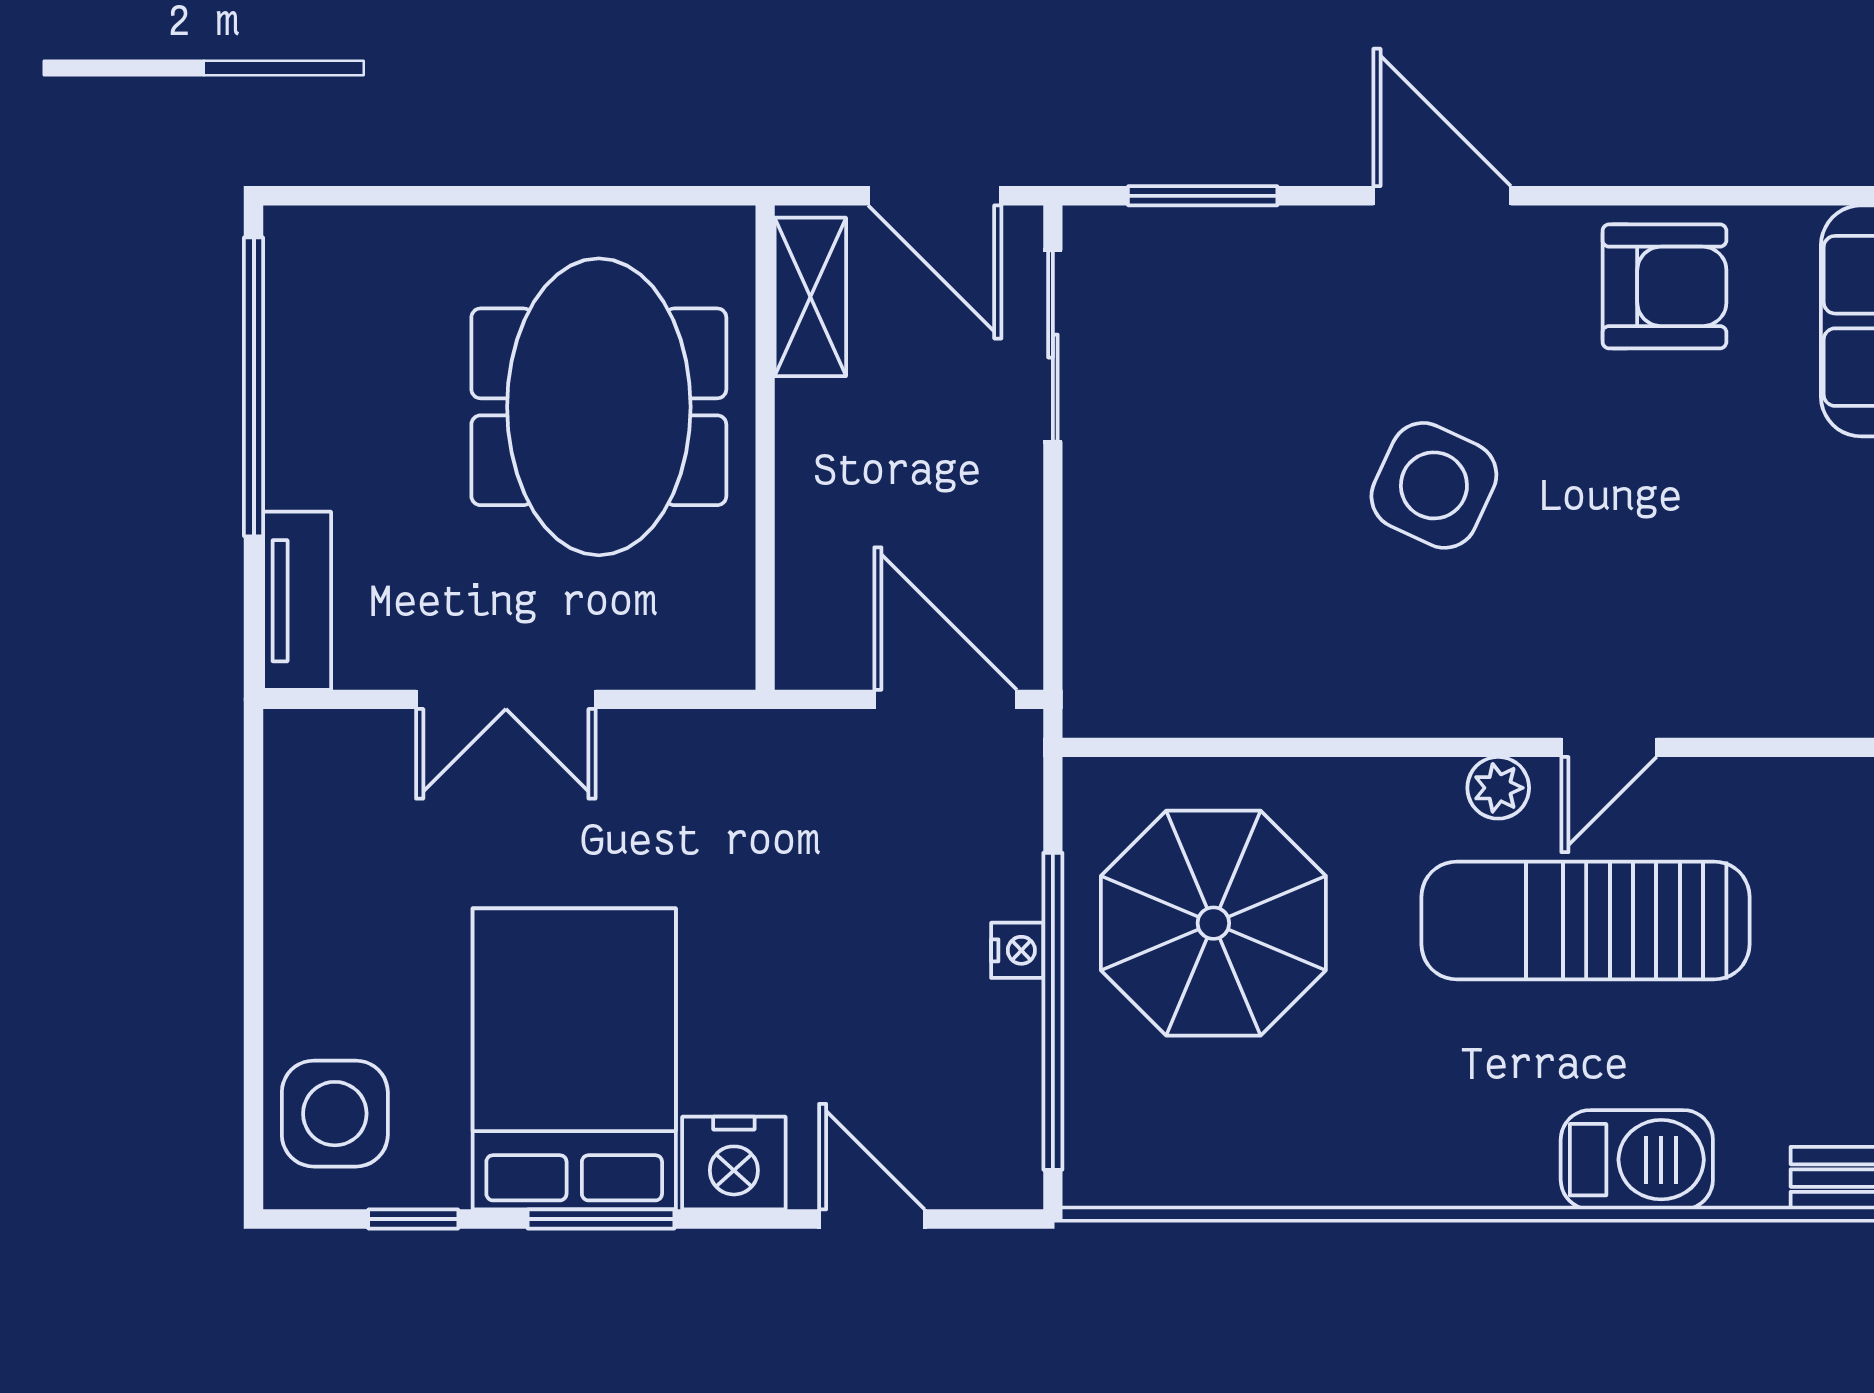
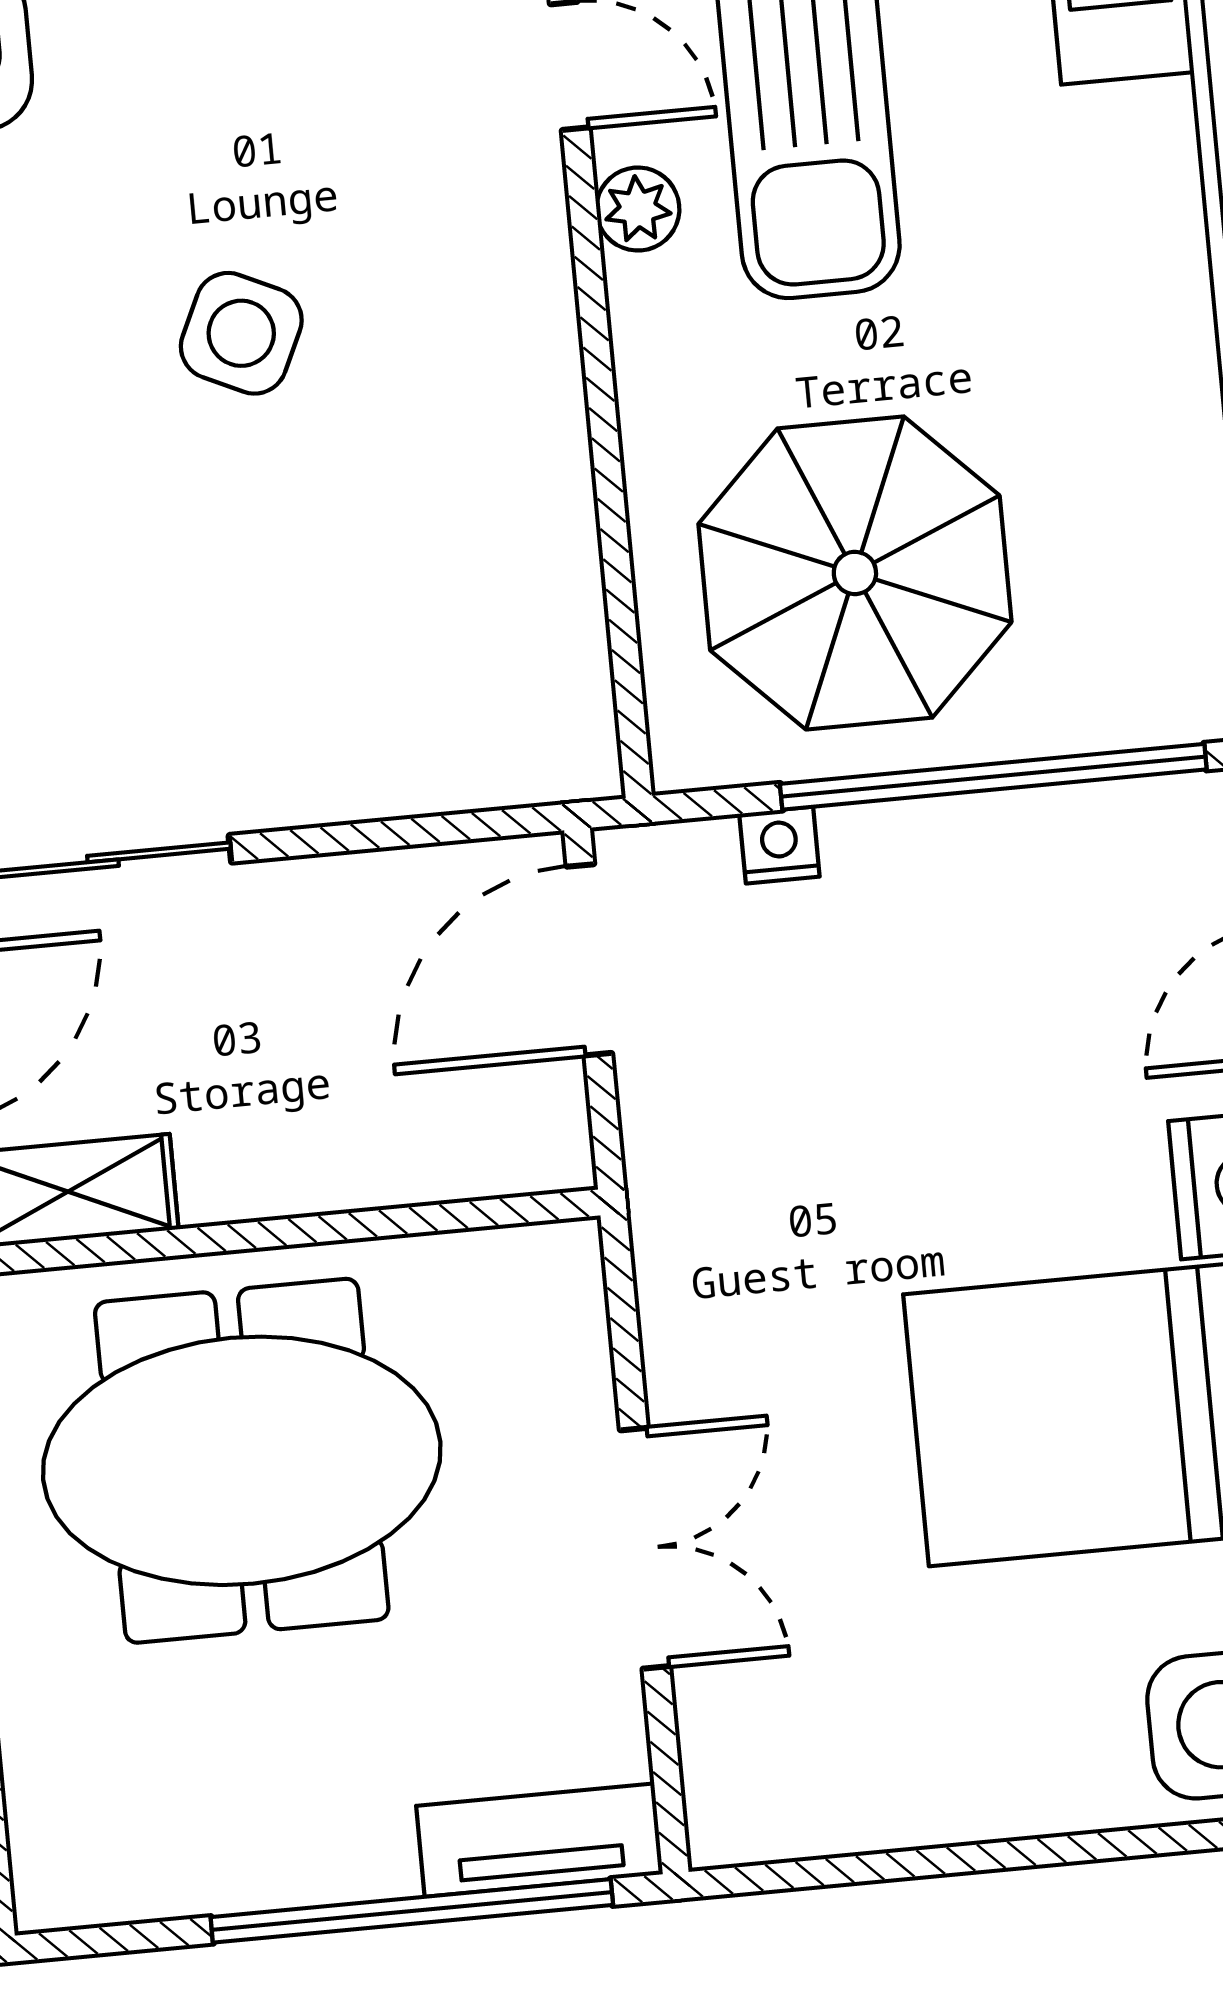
window: (254, 387) -> (412, 1911), moved
side table: (1434, 485) -> (241, 333), width x0.73, depth x0.73
nightstand: (1017, 950) -> (779, 845), moved

